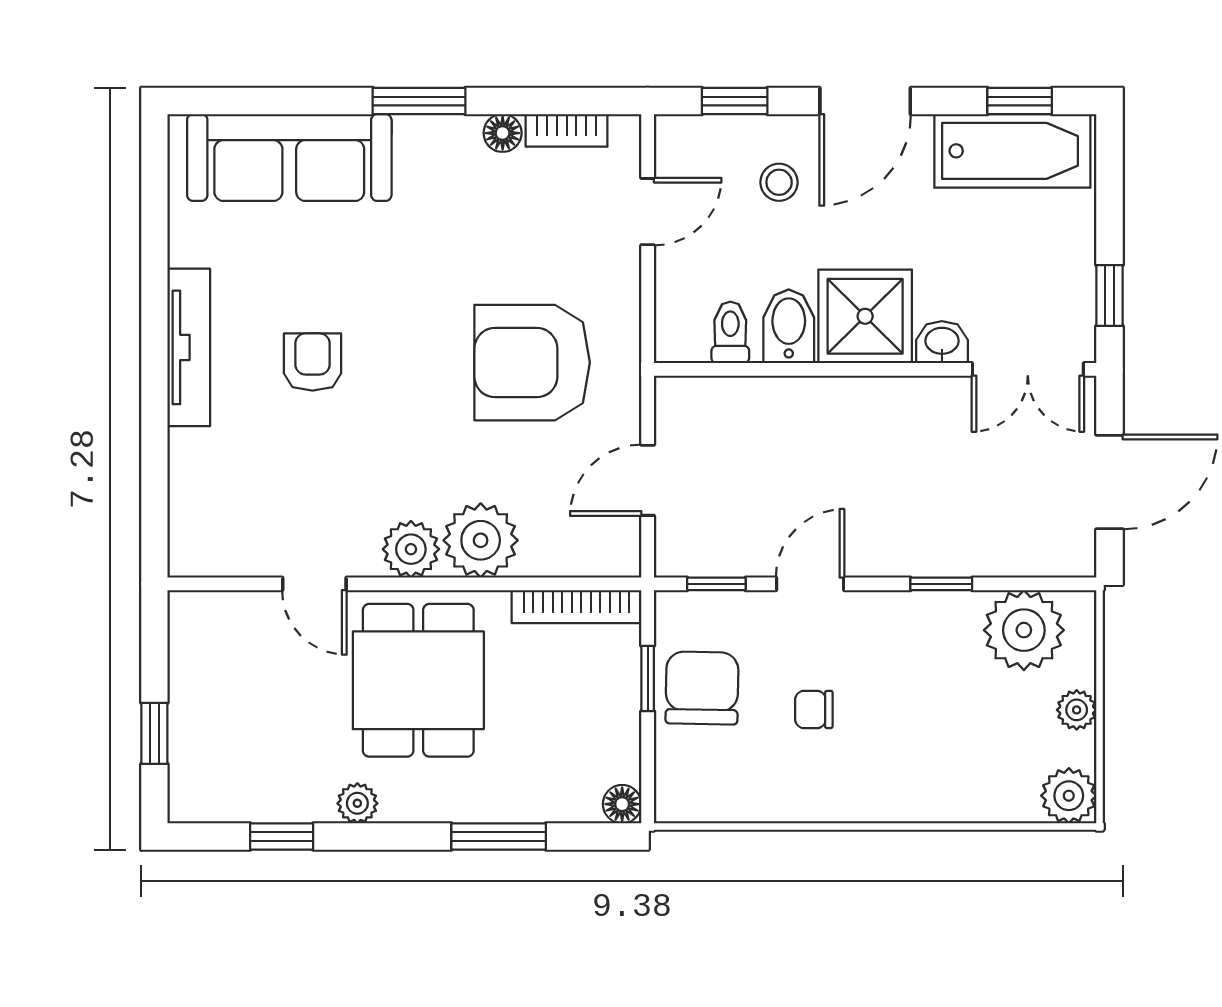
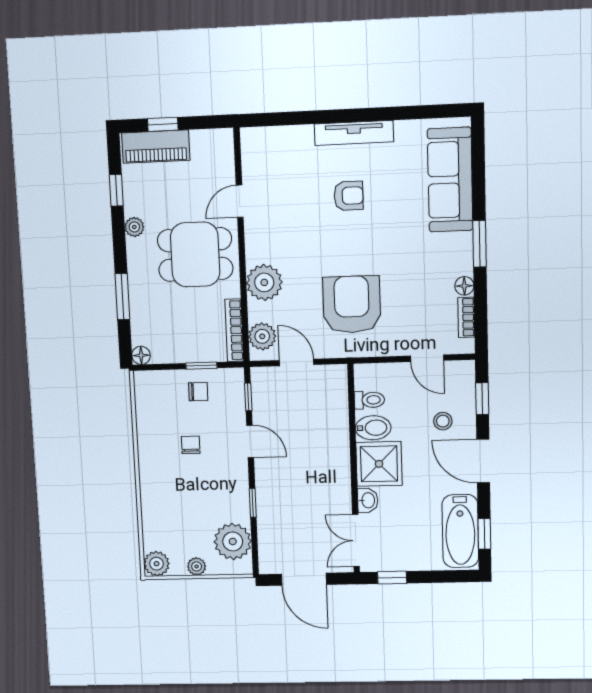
plant: (411, 549) -> (262, 336), moved
chair: (702, 688) -> (198, 392), width x0.54, depth x0.54
piano: (198, 750) -> (156, 147), added

